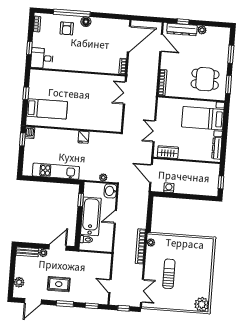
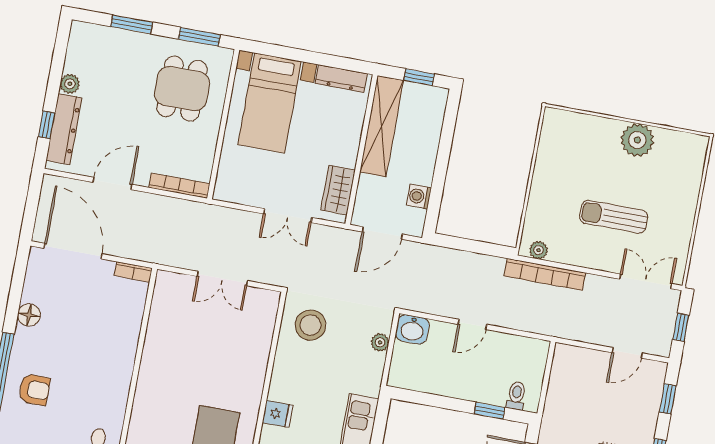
floor lamp: (86, 22) -> (29, 315), moved
door: (161, 43) -> (112, 183), moved
double door: (125, 93) -> (222, 278), moved
fridge: (84, 137) -> (278, 414), moved
stool: (108, 146) -> (310, 325), added
shelving: (198, 168) -> (382, 126), added
window: (81, 200) -> (489, 411), moved
bathtub: (91, 216) -> (465, 380), removed
door: (115, 217) -> (472, 324), hinge flipped
plant: (202, 304) -> (637, 140), moved

